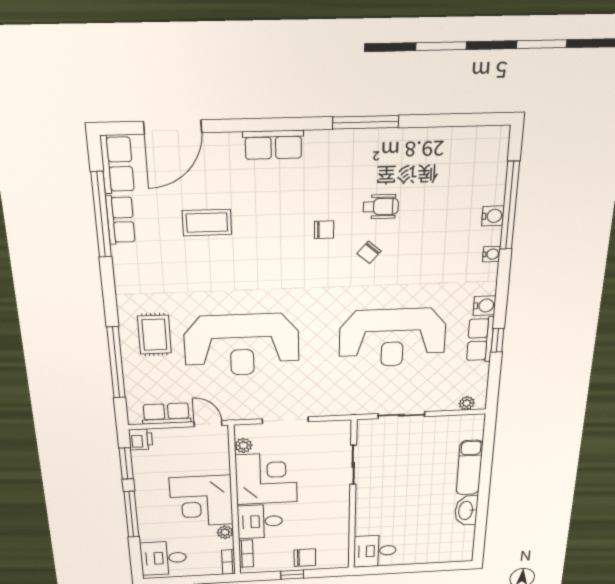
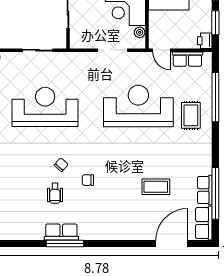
row of seats: (273, 145) -> (61, 232), moved
wheelchair: (381, 207) -> (55, 193), turned -90

